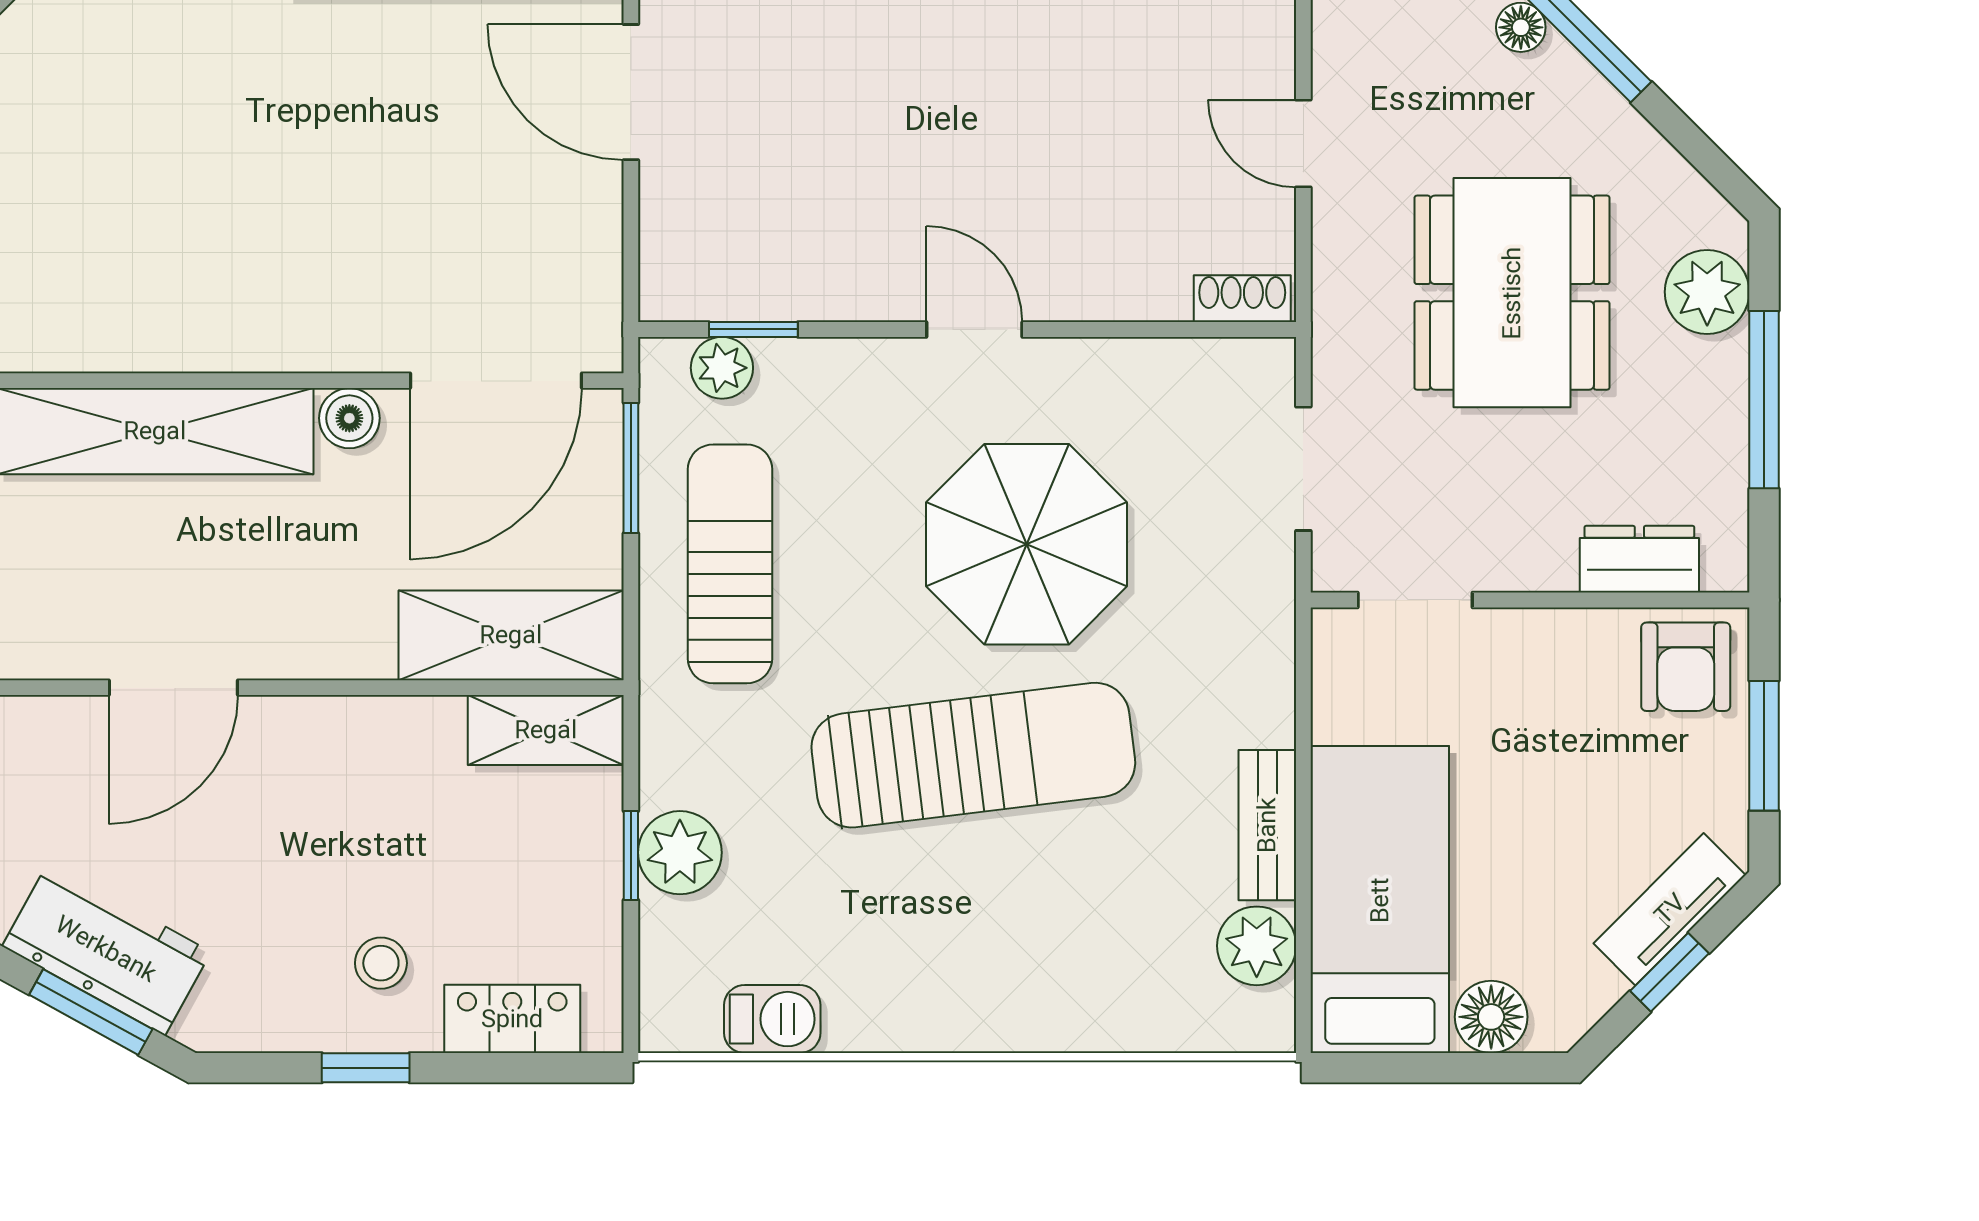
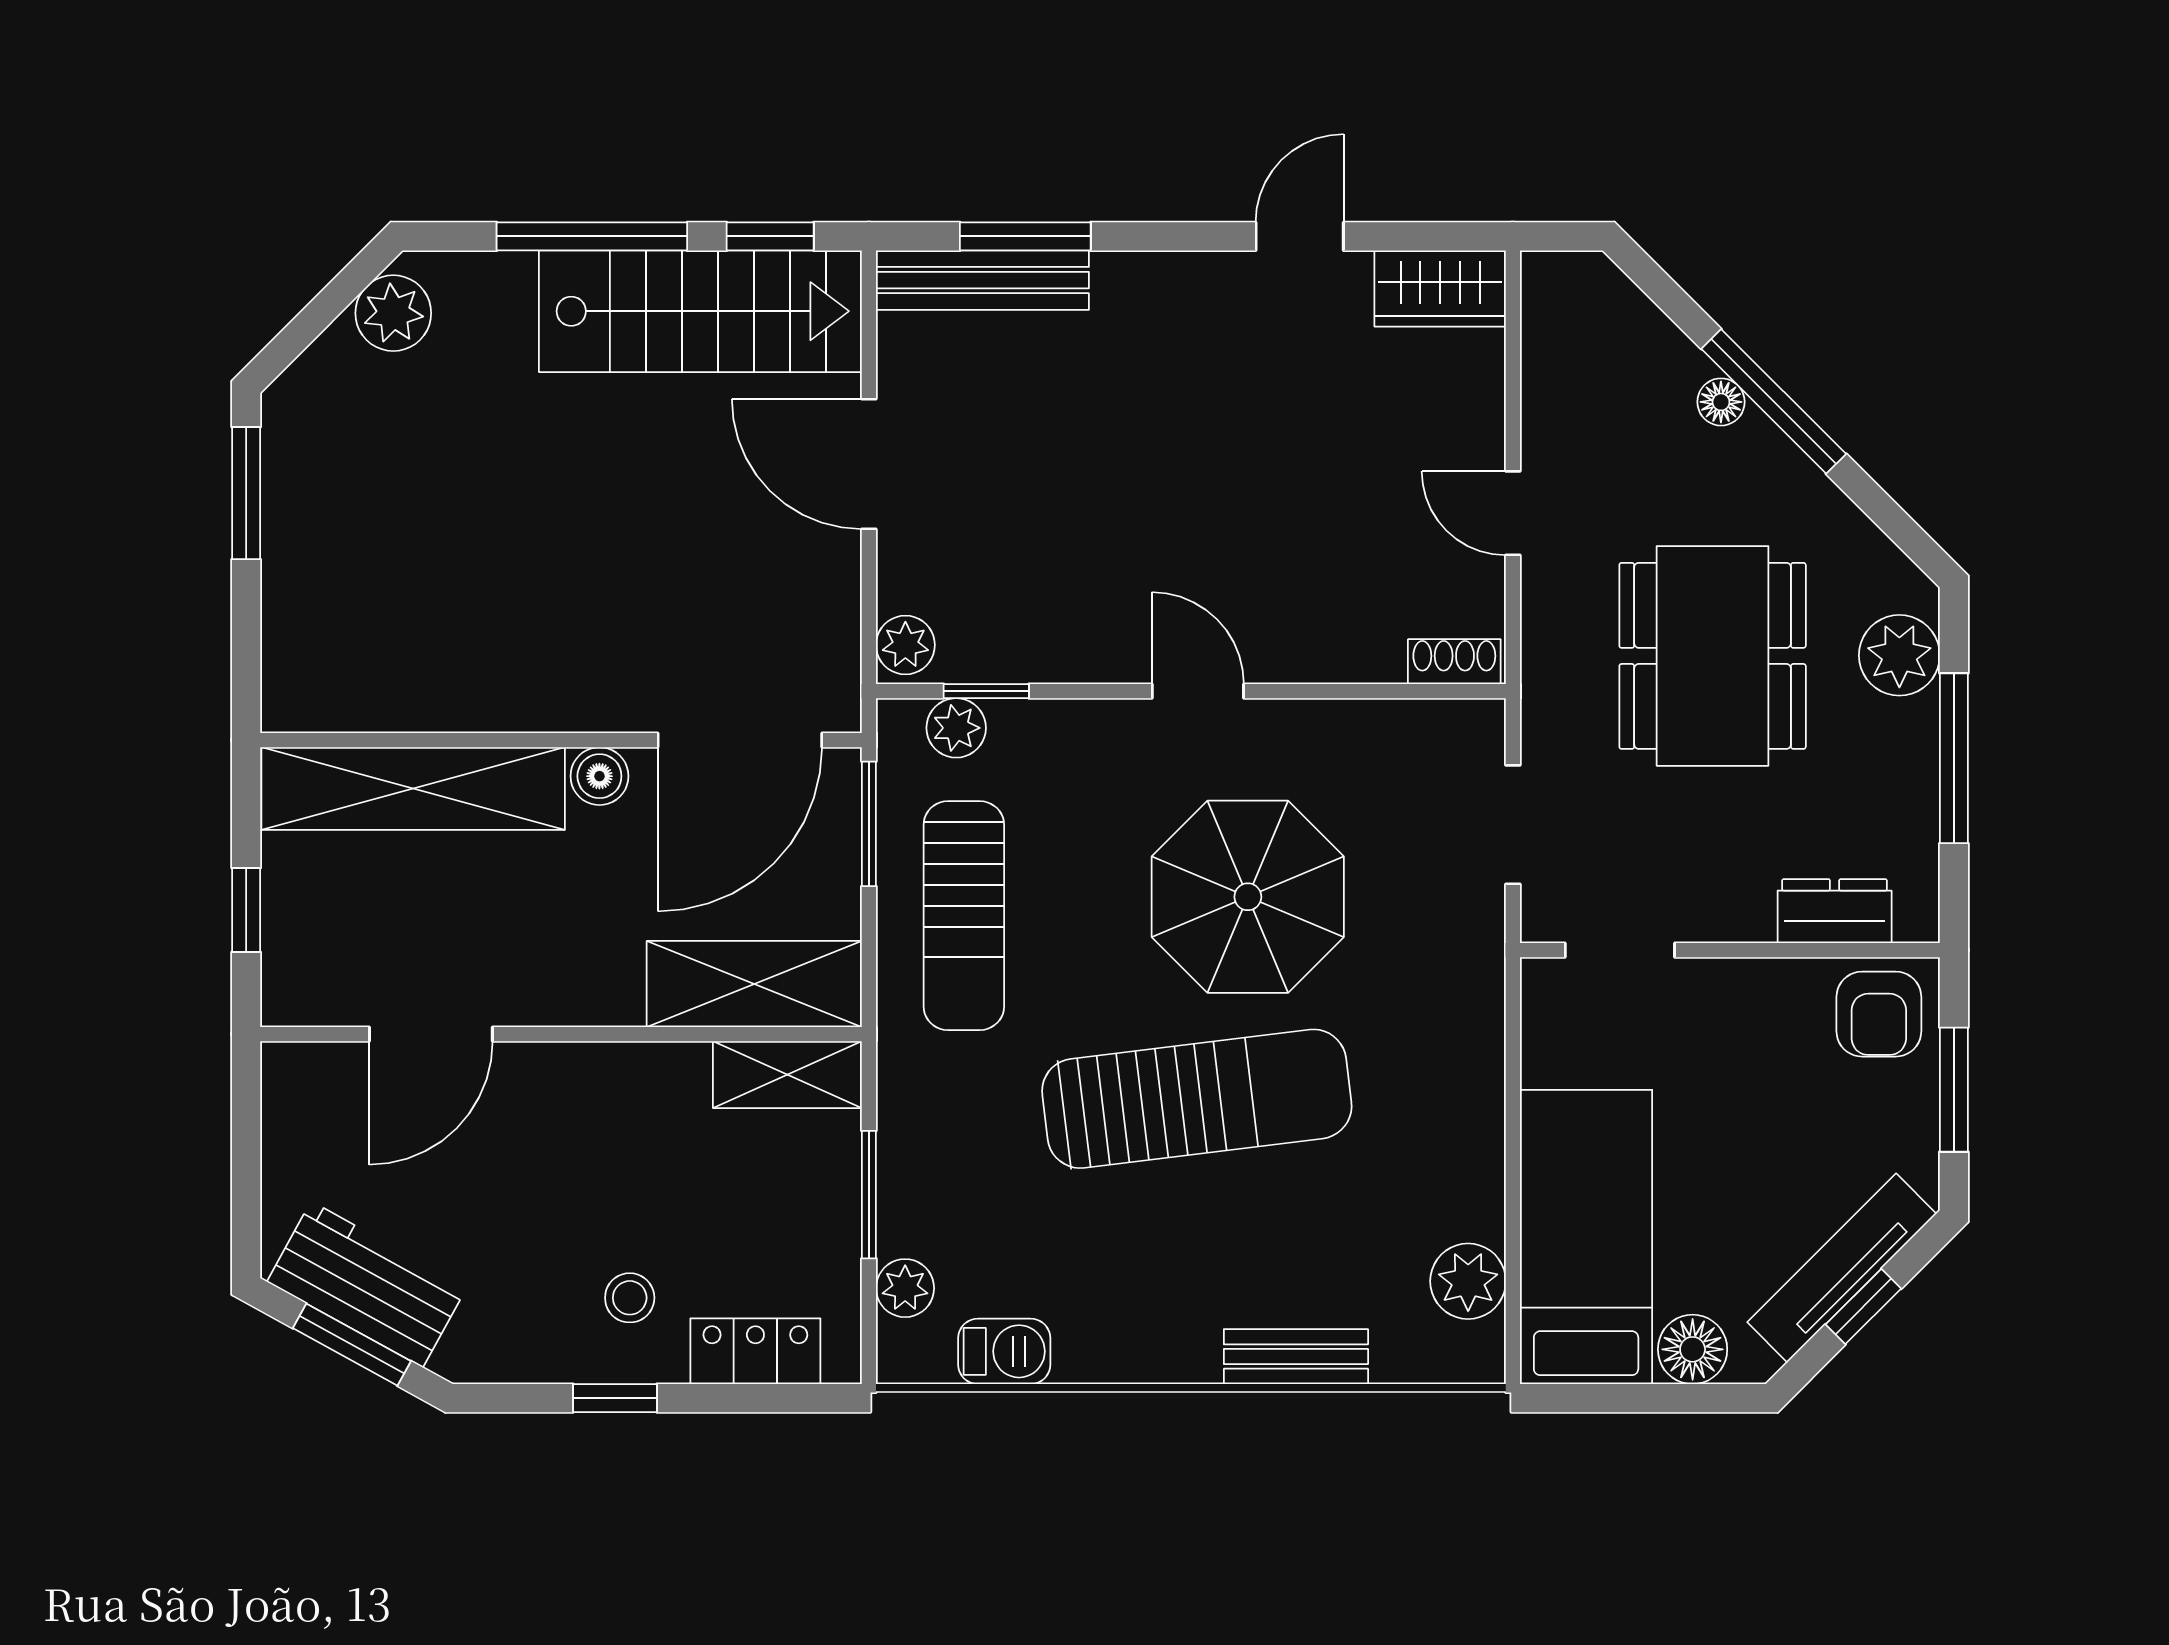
plant: (669, 281) -> (905, 645), added
sun lounger: (730, 564) -> (964, 916), turned 180
bench: (1267, 825) -> (1296, 1357), moved, turned 90
plant: (680, 853) -> (905, 1288), moved, width x0.73, depth x0.73
window: (631, 855) -> (869, 1195), width x1.50
tv unit: (1670, 909) -> (1842, 1268), width x1.41

